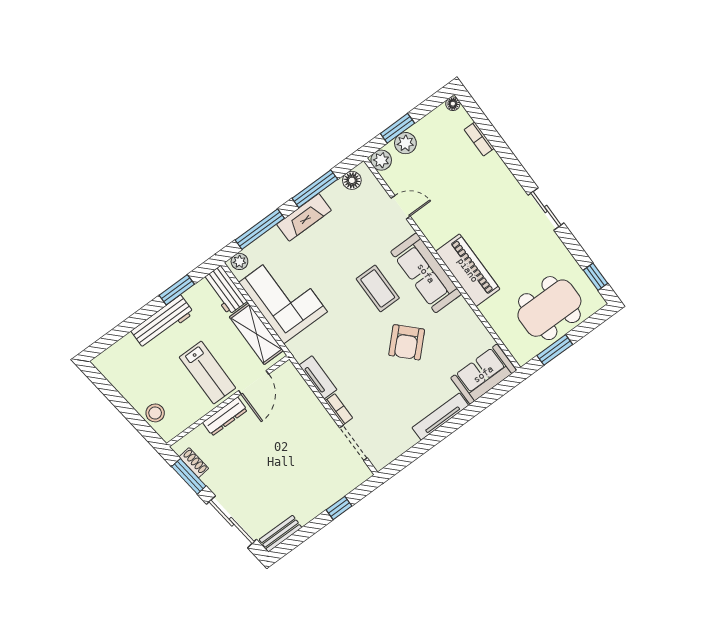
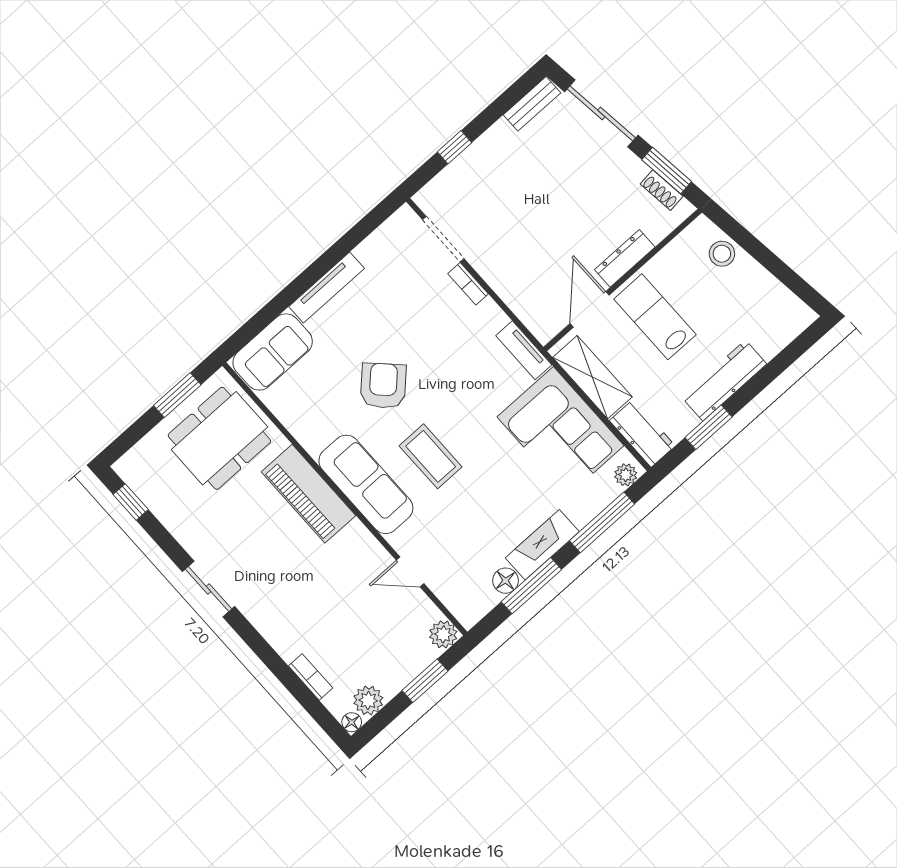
plant: (405, 143) -> (368, 700), moved
floor lamp: (352, 180) -> (506, 581), moved
dining table: (549, 308) -> (219, 438), moved
tv unit: (318, 377) -> (524, 350), moved

